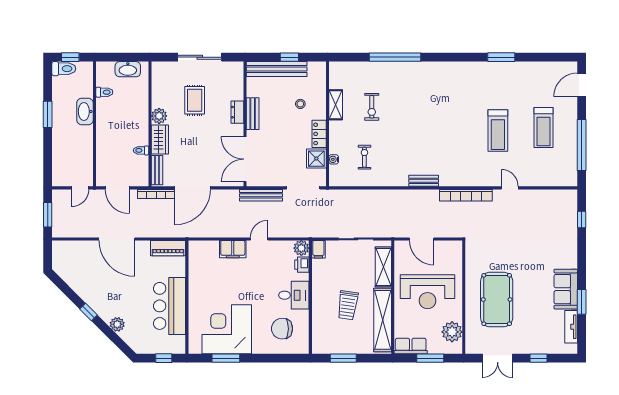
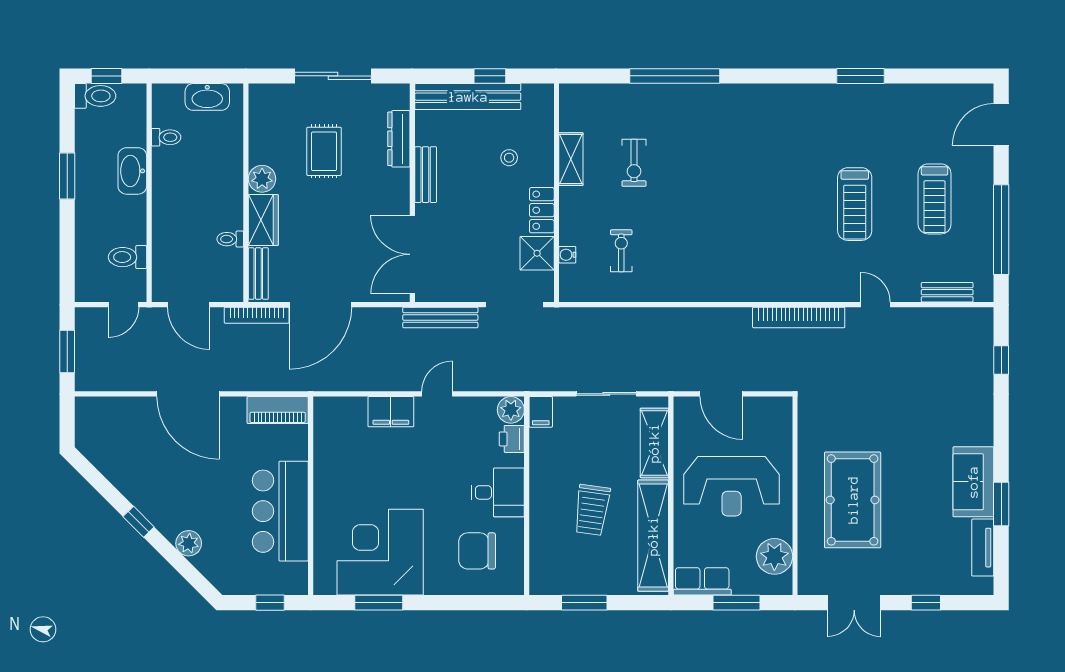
dresser: (237, 112) -> (399, 139), moved, width x1.44
toilet: (82, 161) -> (127, 257), added
bench: (424, 181) -> (947, 292), moved

